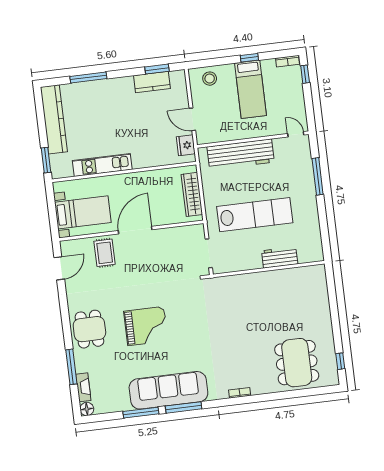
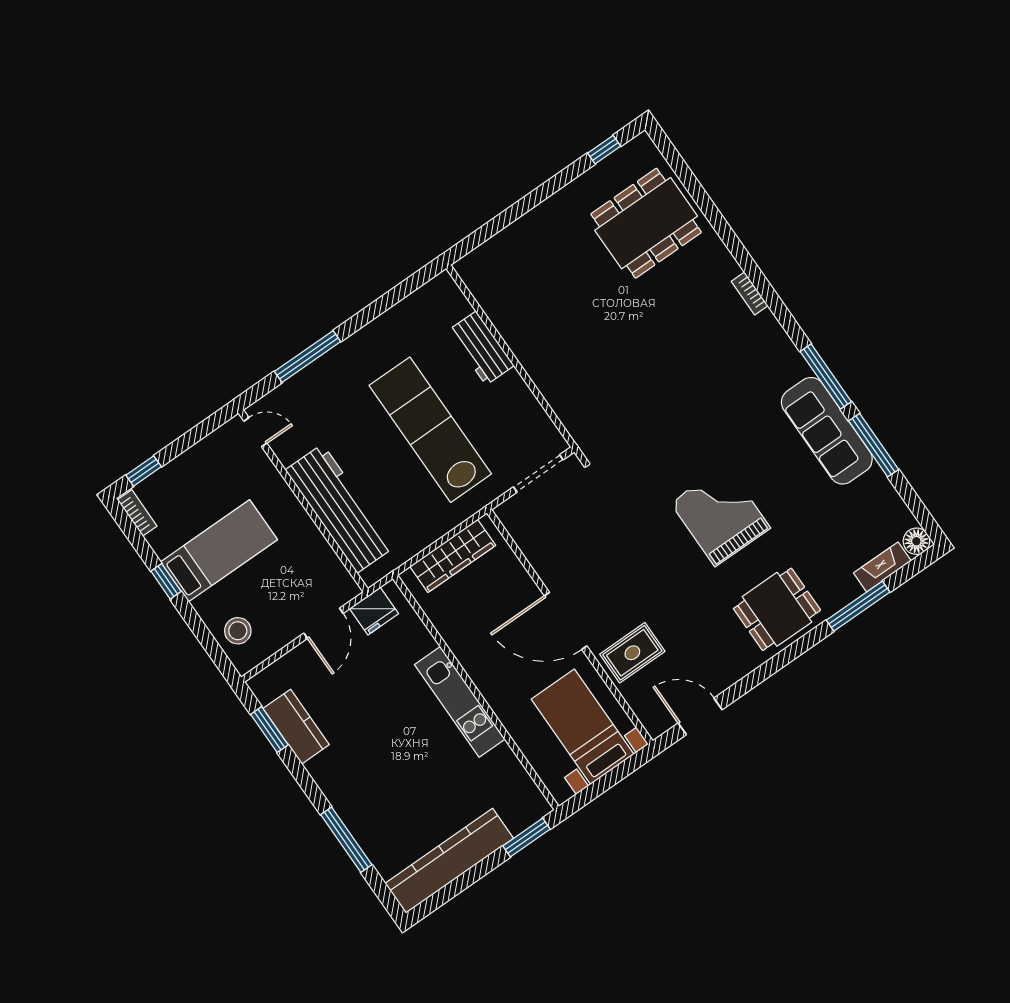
door: (296, 134) -> (255, 432), swing flipped
kitchen unit: (102, 165) -> (460, 702), moved
sofa: (168, 390) -> (827, 431), width x0.74, depth x0.79

